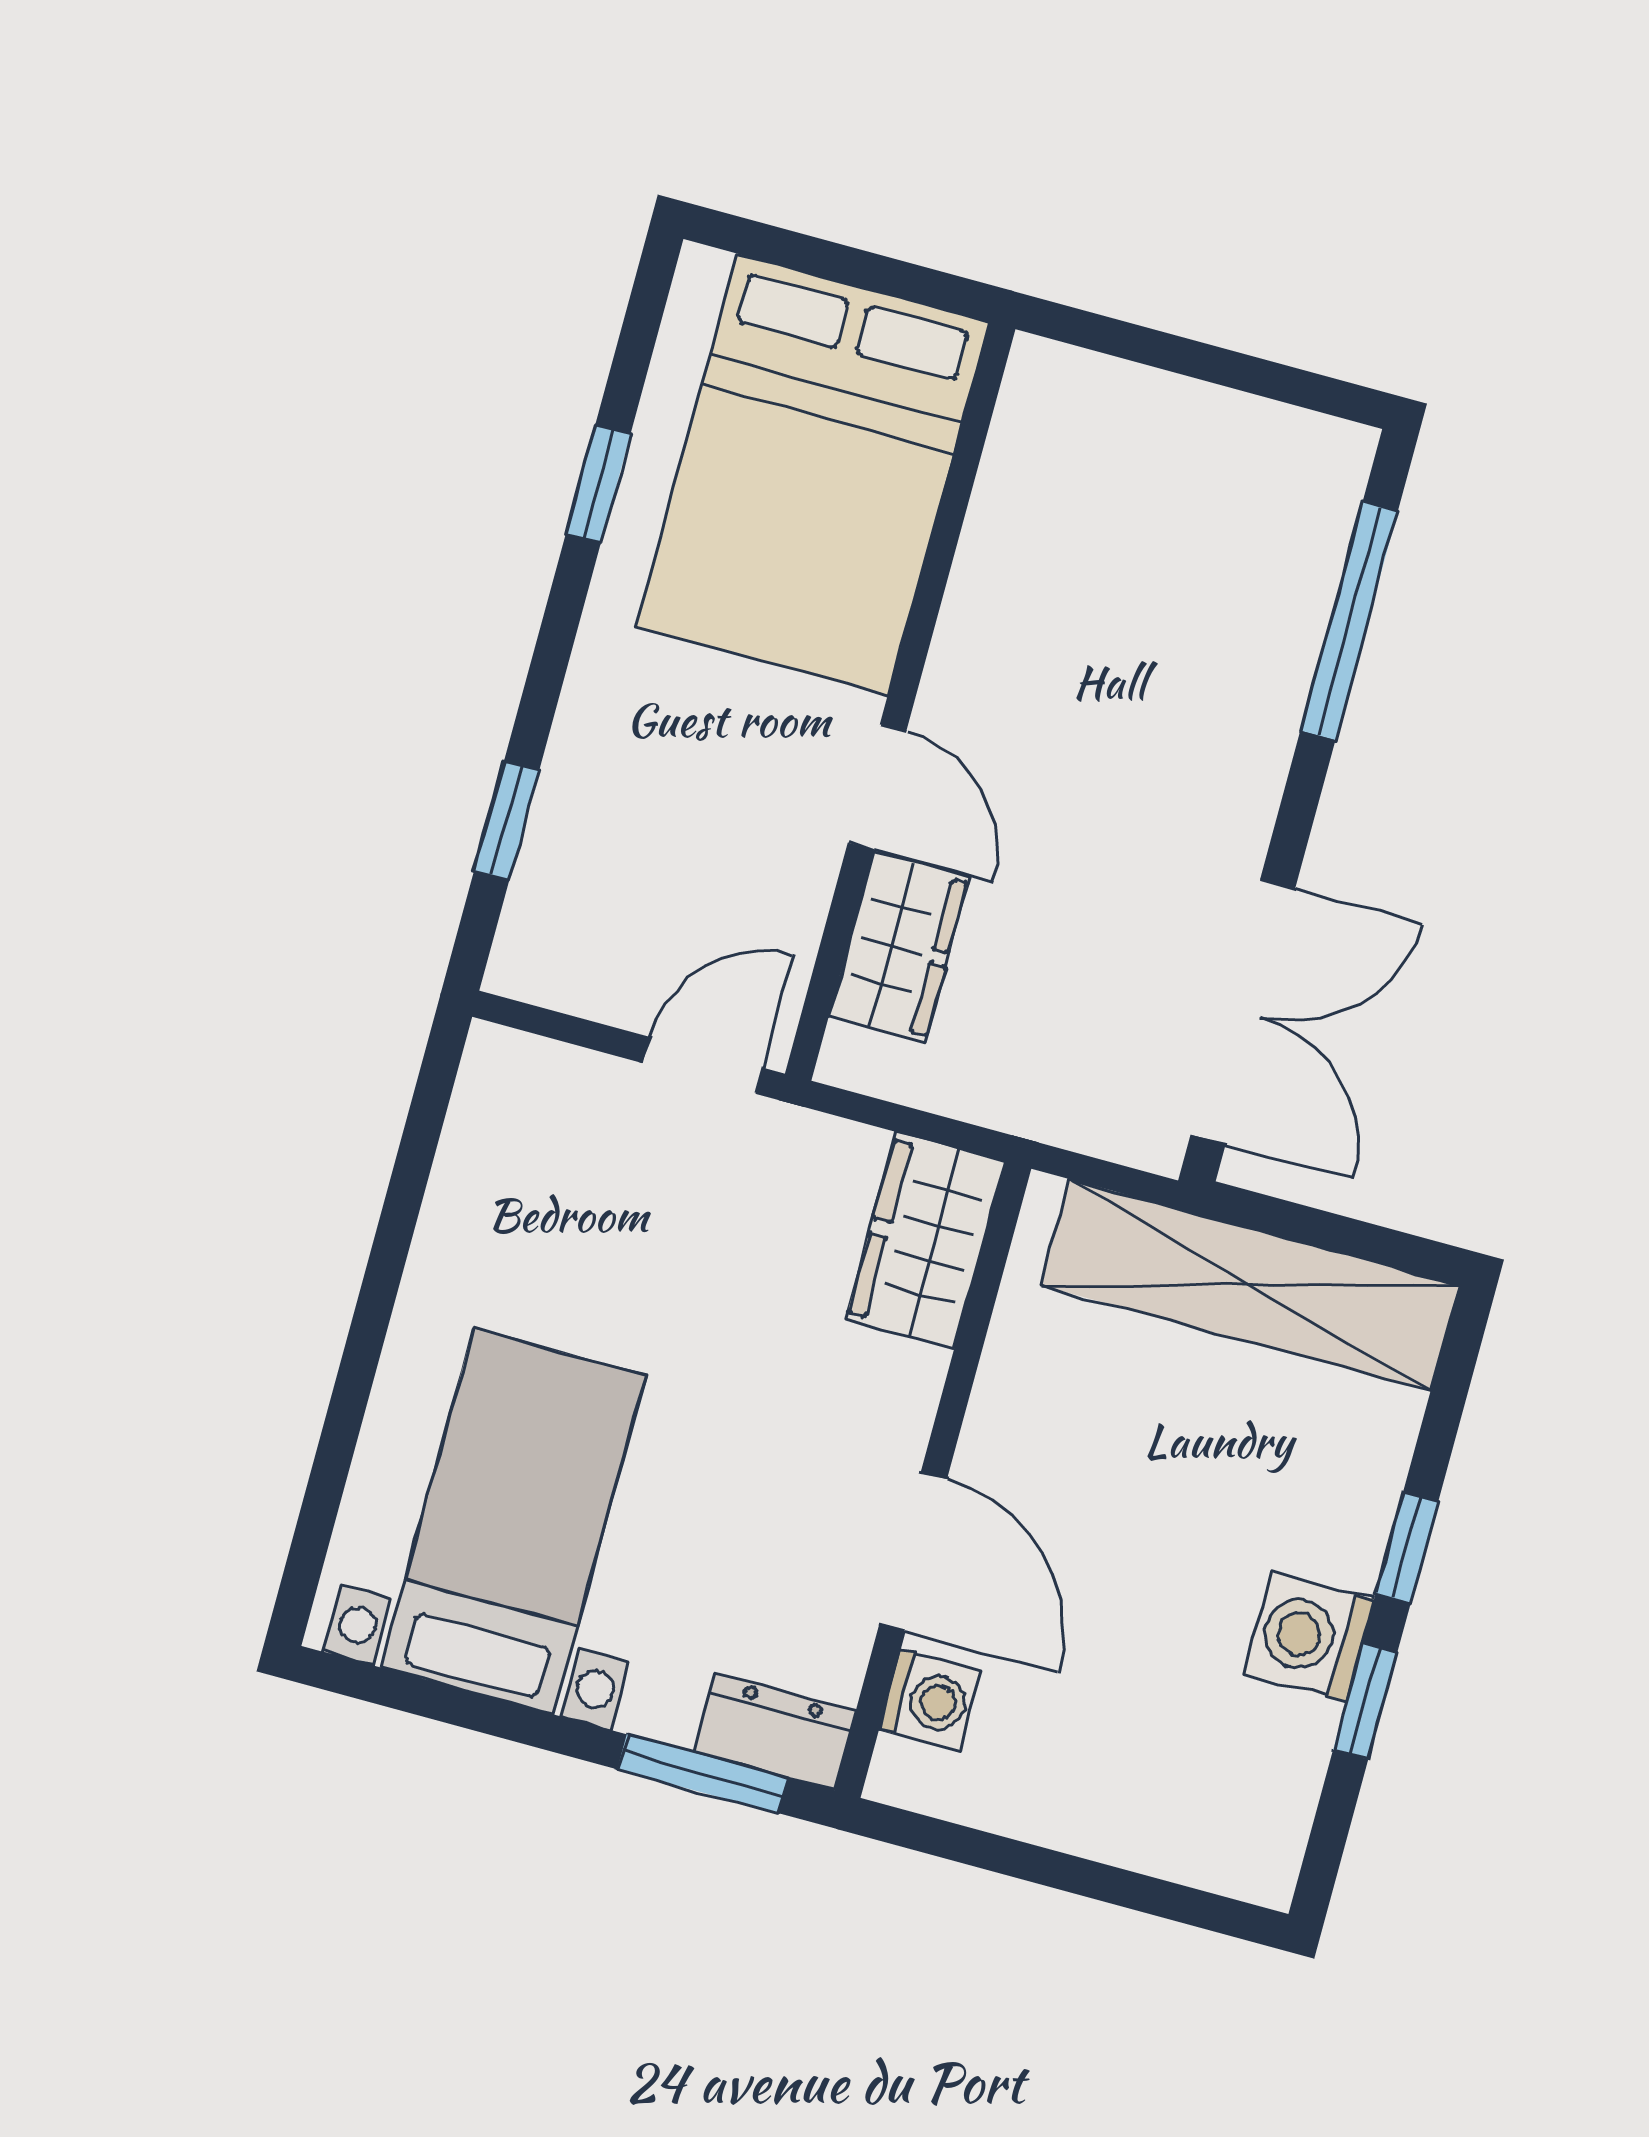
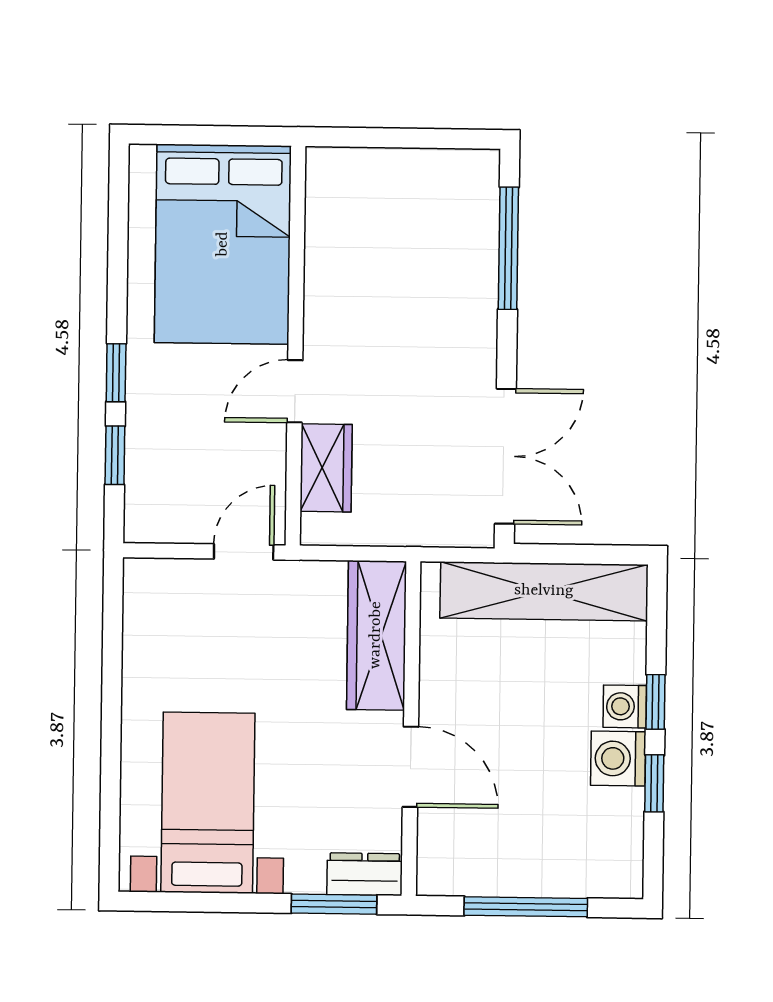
window: (598, 484) -> (116, 373), moved
door: (877, 787) -> (295, 391), swing flipped
wardrobe: (925, 1240) -> (376, 635), width x1.50
washing machine: (930, 1700) -> (625, 706), moved, turned 180
window: (1063, 1872) -> (526, 907), added

